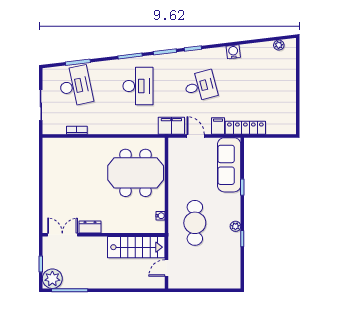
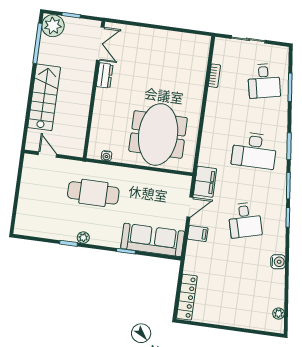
desk: (75, 86) -> (264, 81), width x0.73
locker: (245, 128) -> (187, 297), moved
stairs: (136, 247) -> (44, 97), moved, turned 180

